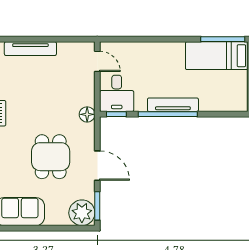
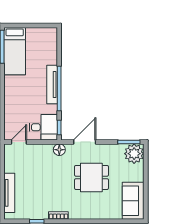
door: (97, 166) -> (85, 142), moved

